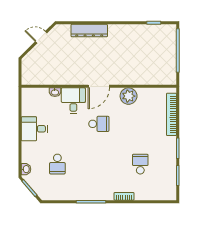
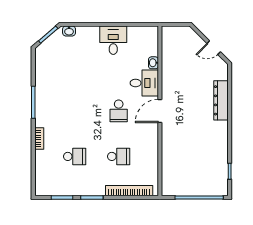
door: (41, 37) -> (214, 48), swing flipped
door: (99, 86) -> (160, 111), hinge flipped
plant: (129, 96) -> (149, 144), removed
school desk: (57, 164) -> (119, 156), moved, turned 180

